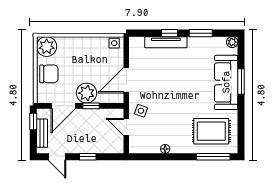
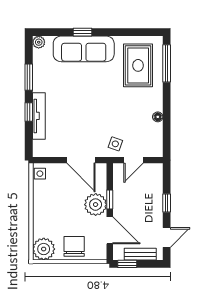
window: (241, 81) -> (83, 32), width x0.67

